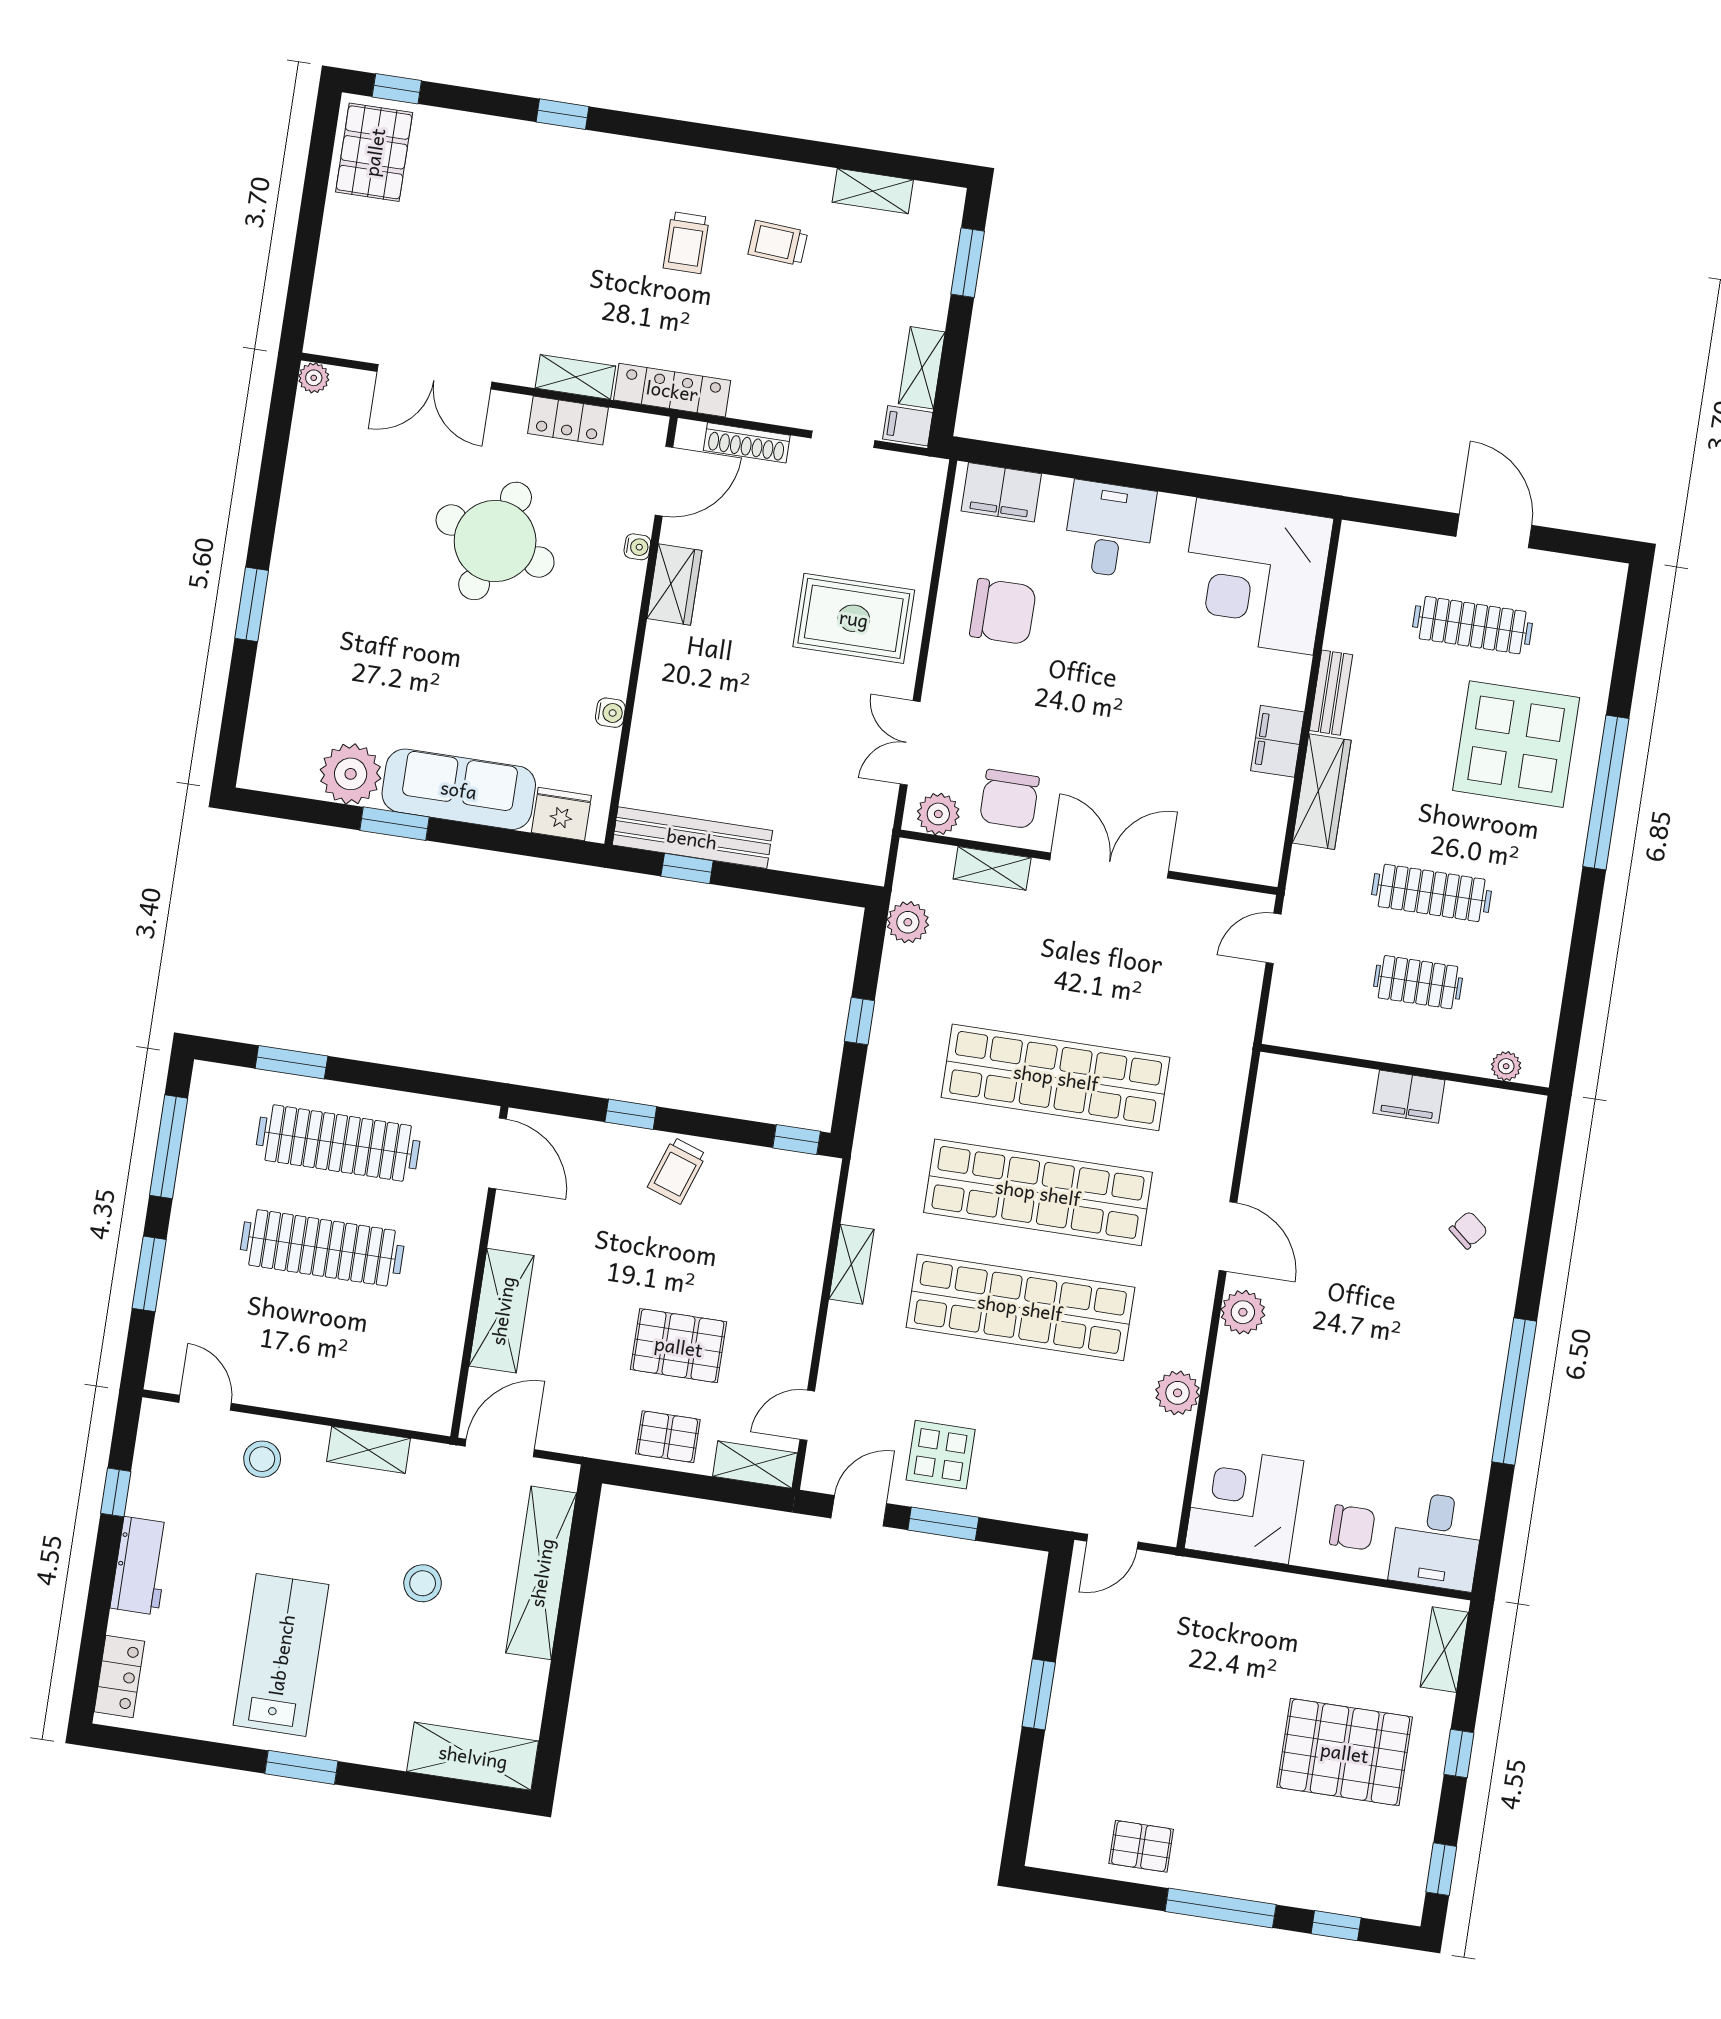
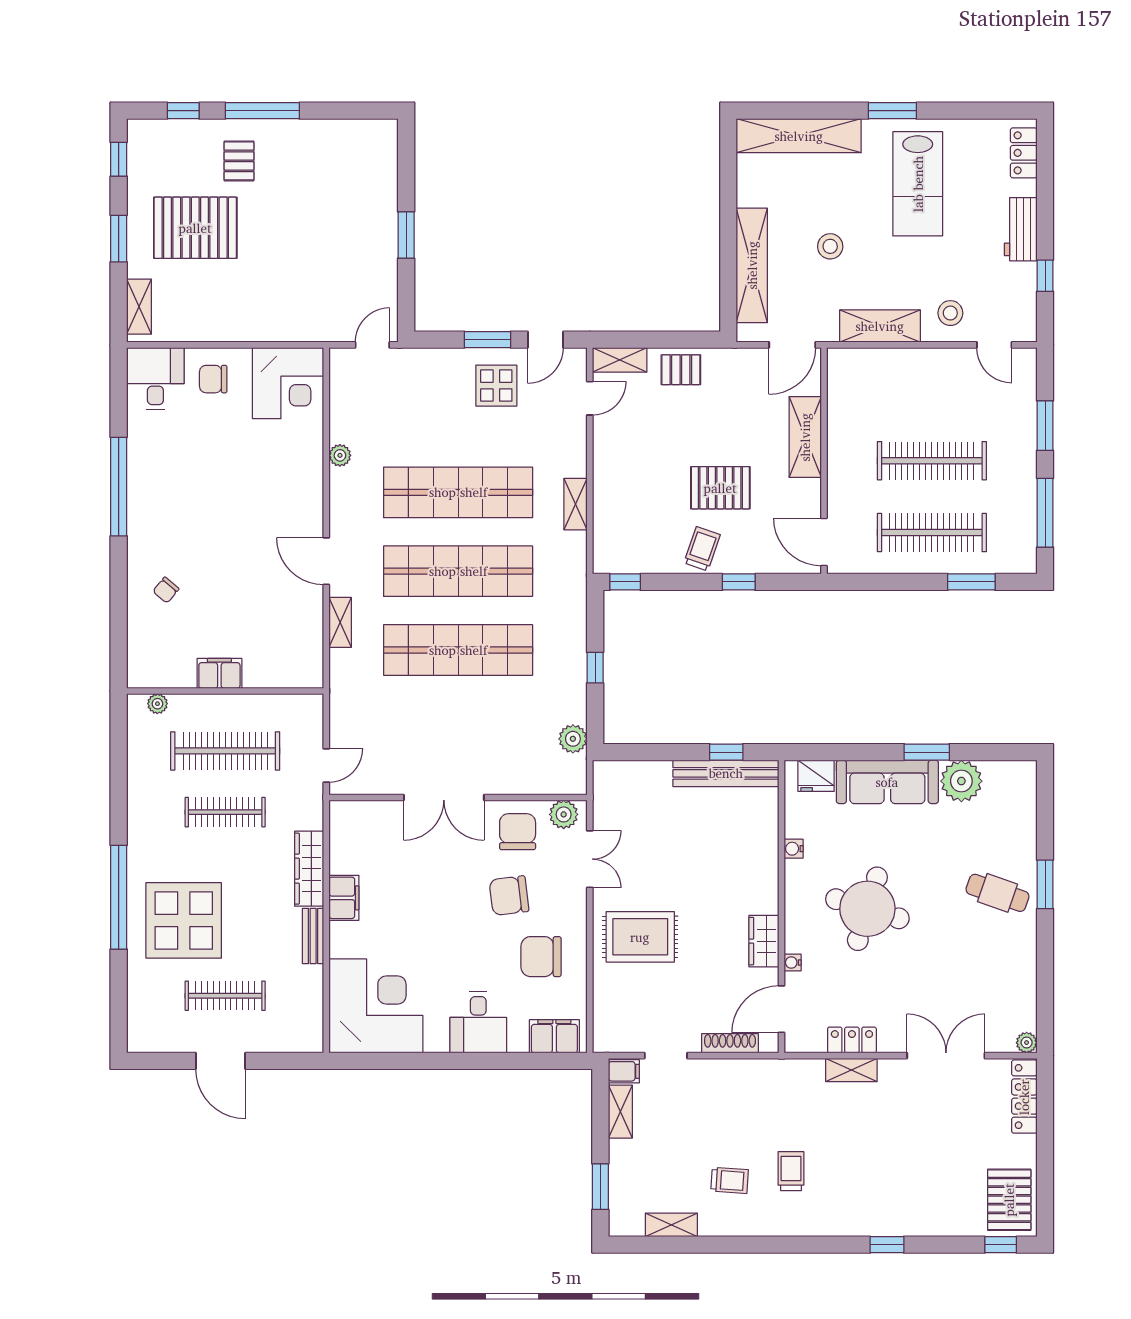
locker: (672, 390) -> (1024, 1097), moved, turned 90
round table: (495, 541) -> (867, 909), moved
cafe table: (323, 603) -> (998, 893), added
chair: (1036, 708) -> (509, 896), added
shelving: (992, 868) -> (340, 622), moved, turned 90
clothes rail: (1418, 982) -> (225, 751), width x1.86, depth x1.31
plant: (1243, 1312) -> (309, 512), removed
pallet: (679, 1346) -> (720, 488), moved
plant: (1178, 1393) -> (340, 455), width x0.73, depth x0.73
shelving: (369, 1450) -> (880, 326), width x1.50, depth x1.33
window: (1459, 1754) -> (119, 239), width x1.50
shelving: (473, 1756) -> (799, 136), width x1.47
pallet: (1141, 1846) -> (239, 161), moved, turned 90

